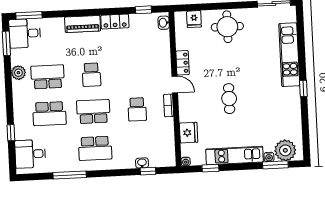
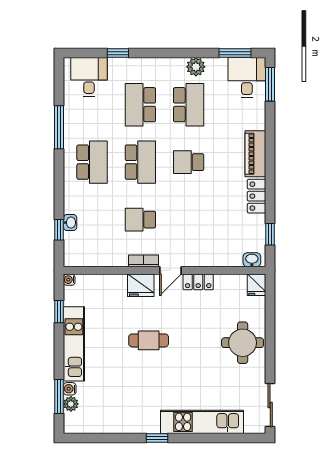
fridge: (194, 19) -> (256, 285), moved, turned -90
fridge: (189, 133) -> (141, 285), moved
school desk: (95, 148) -> (92, 162), turned 180
plant: (285, 150) -> (71, 404), width x0.53, depth x0.53

